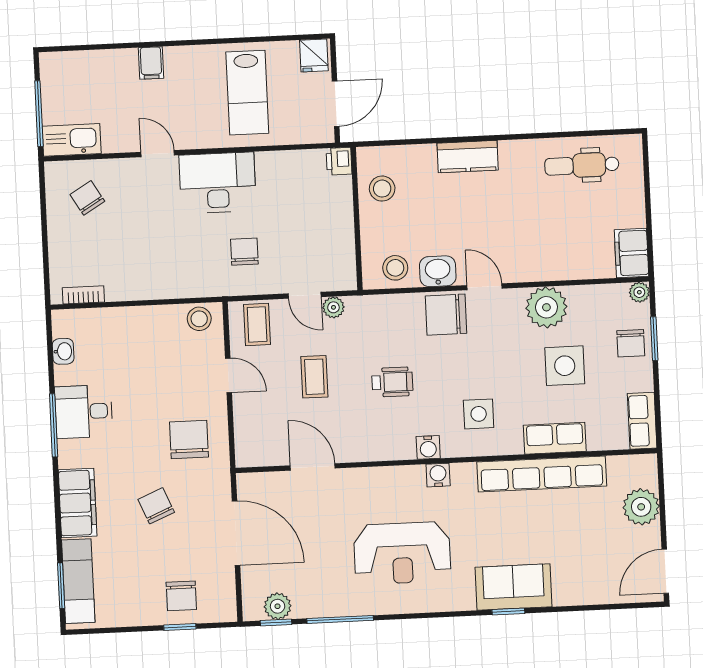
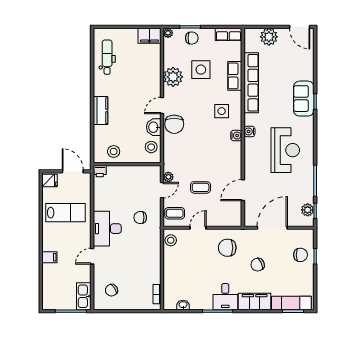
dental chair: (582, 165) -> (107, 57), turned 180
wheelchair: (392, 382) -> (205, 151), removed
desk: (84, 412) -> (225, 297), moved

